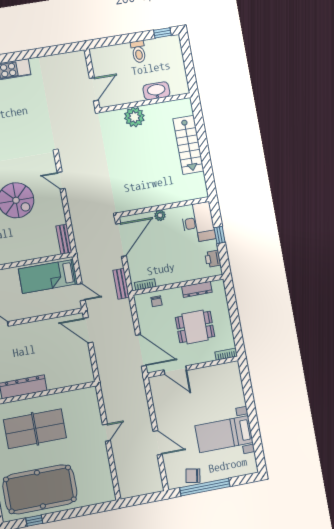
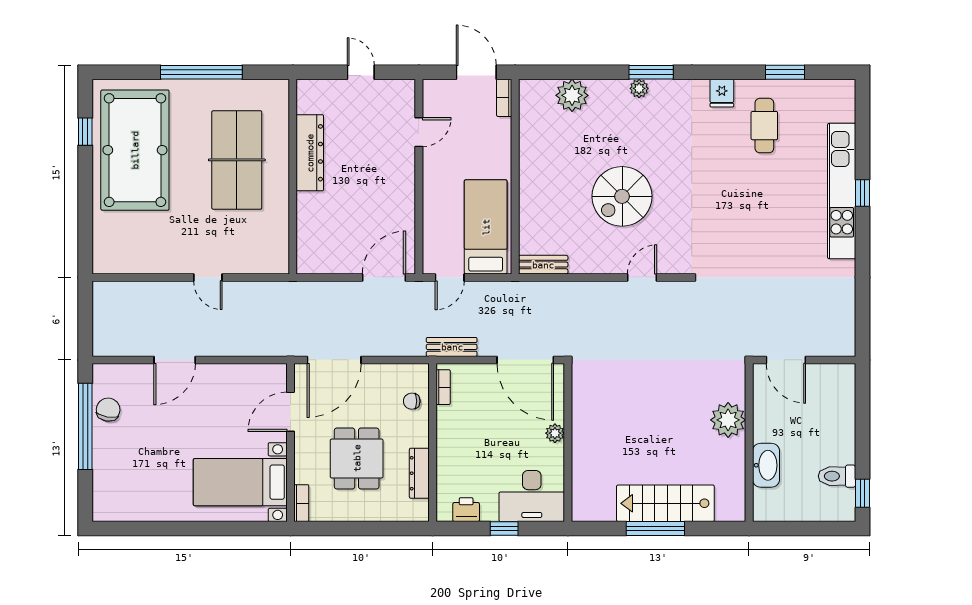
toilet: (138, 52) -> (837, 476), moved
window: (204, 148) -> (655, 529), added
bed with nightstands: (224, 434) -> (240, 482), moved, turned -90

